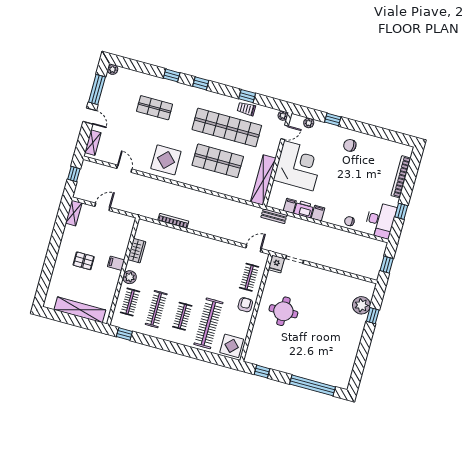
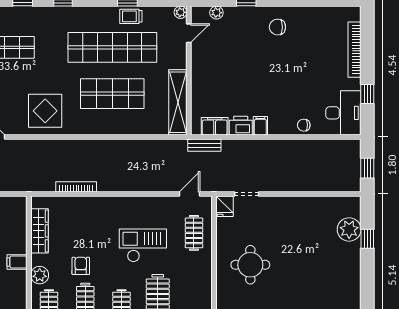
corner desk: (298, 166) -> (218, 72), removed
filing cabinet: (290, 206) -> (215, 126), width x2.00
wardrobe: (137, 251) -> (39, 231), width x1.50
checkout: (210, 276) -> (143, 245), added
armchair: (245, 305) -> (81, 266), moved

